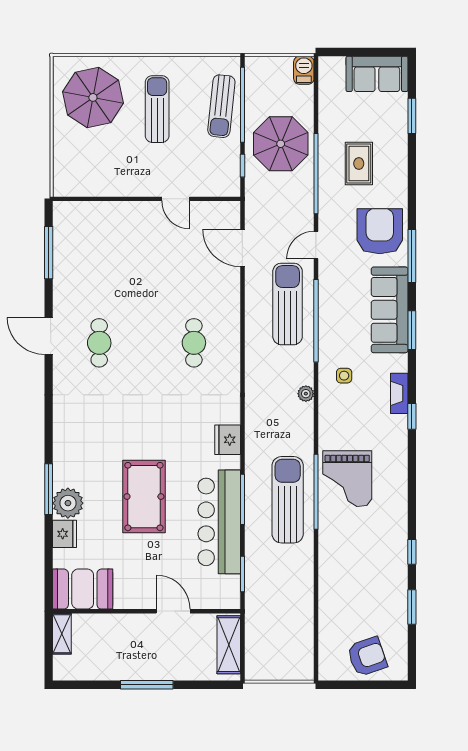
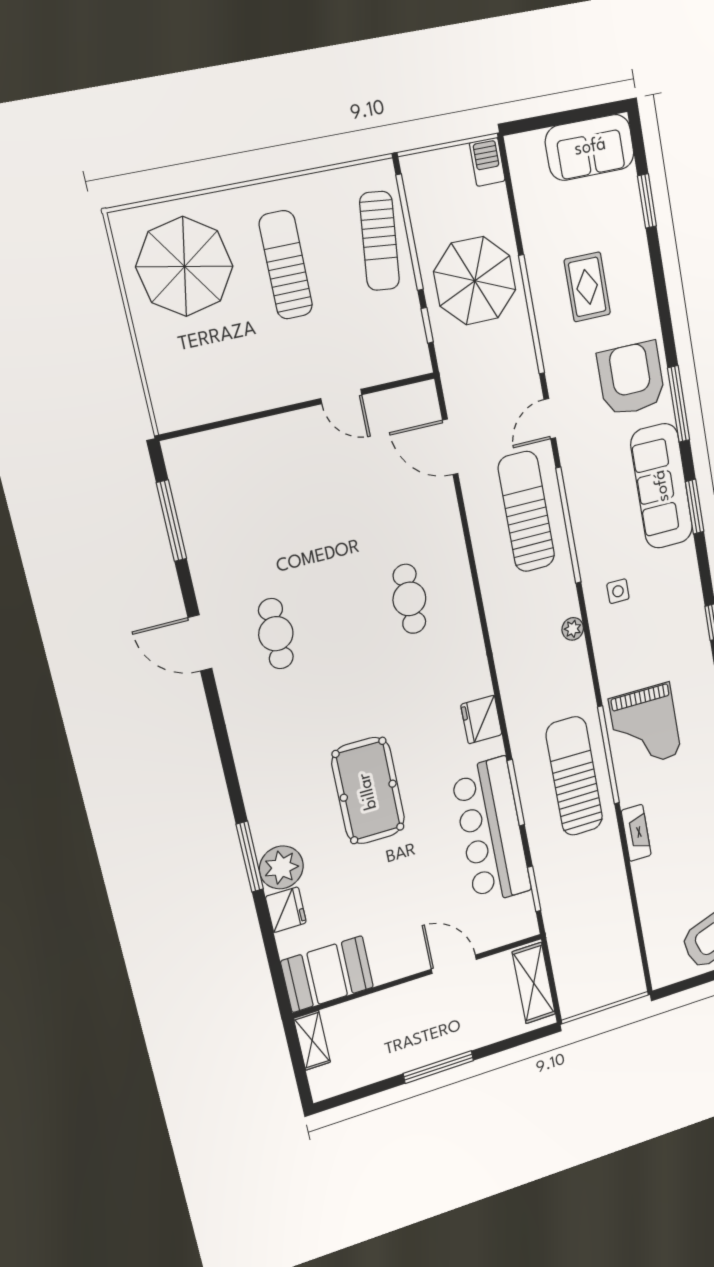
fireplace: (399, 393) -> (636, 833), moved, turned 180
pool table: (144, 497) -> (368, 791), moved

